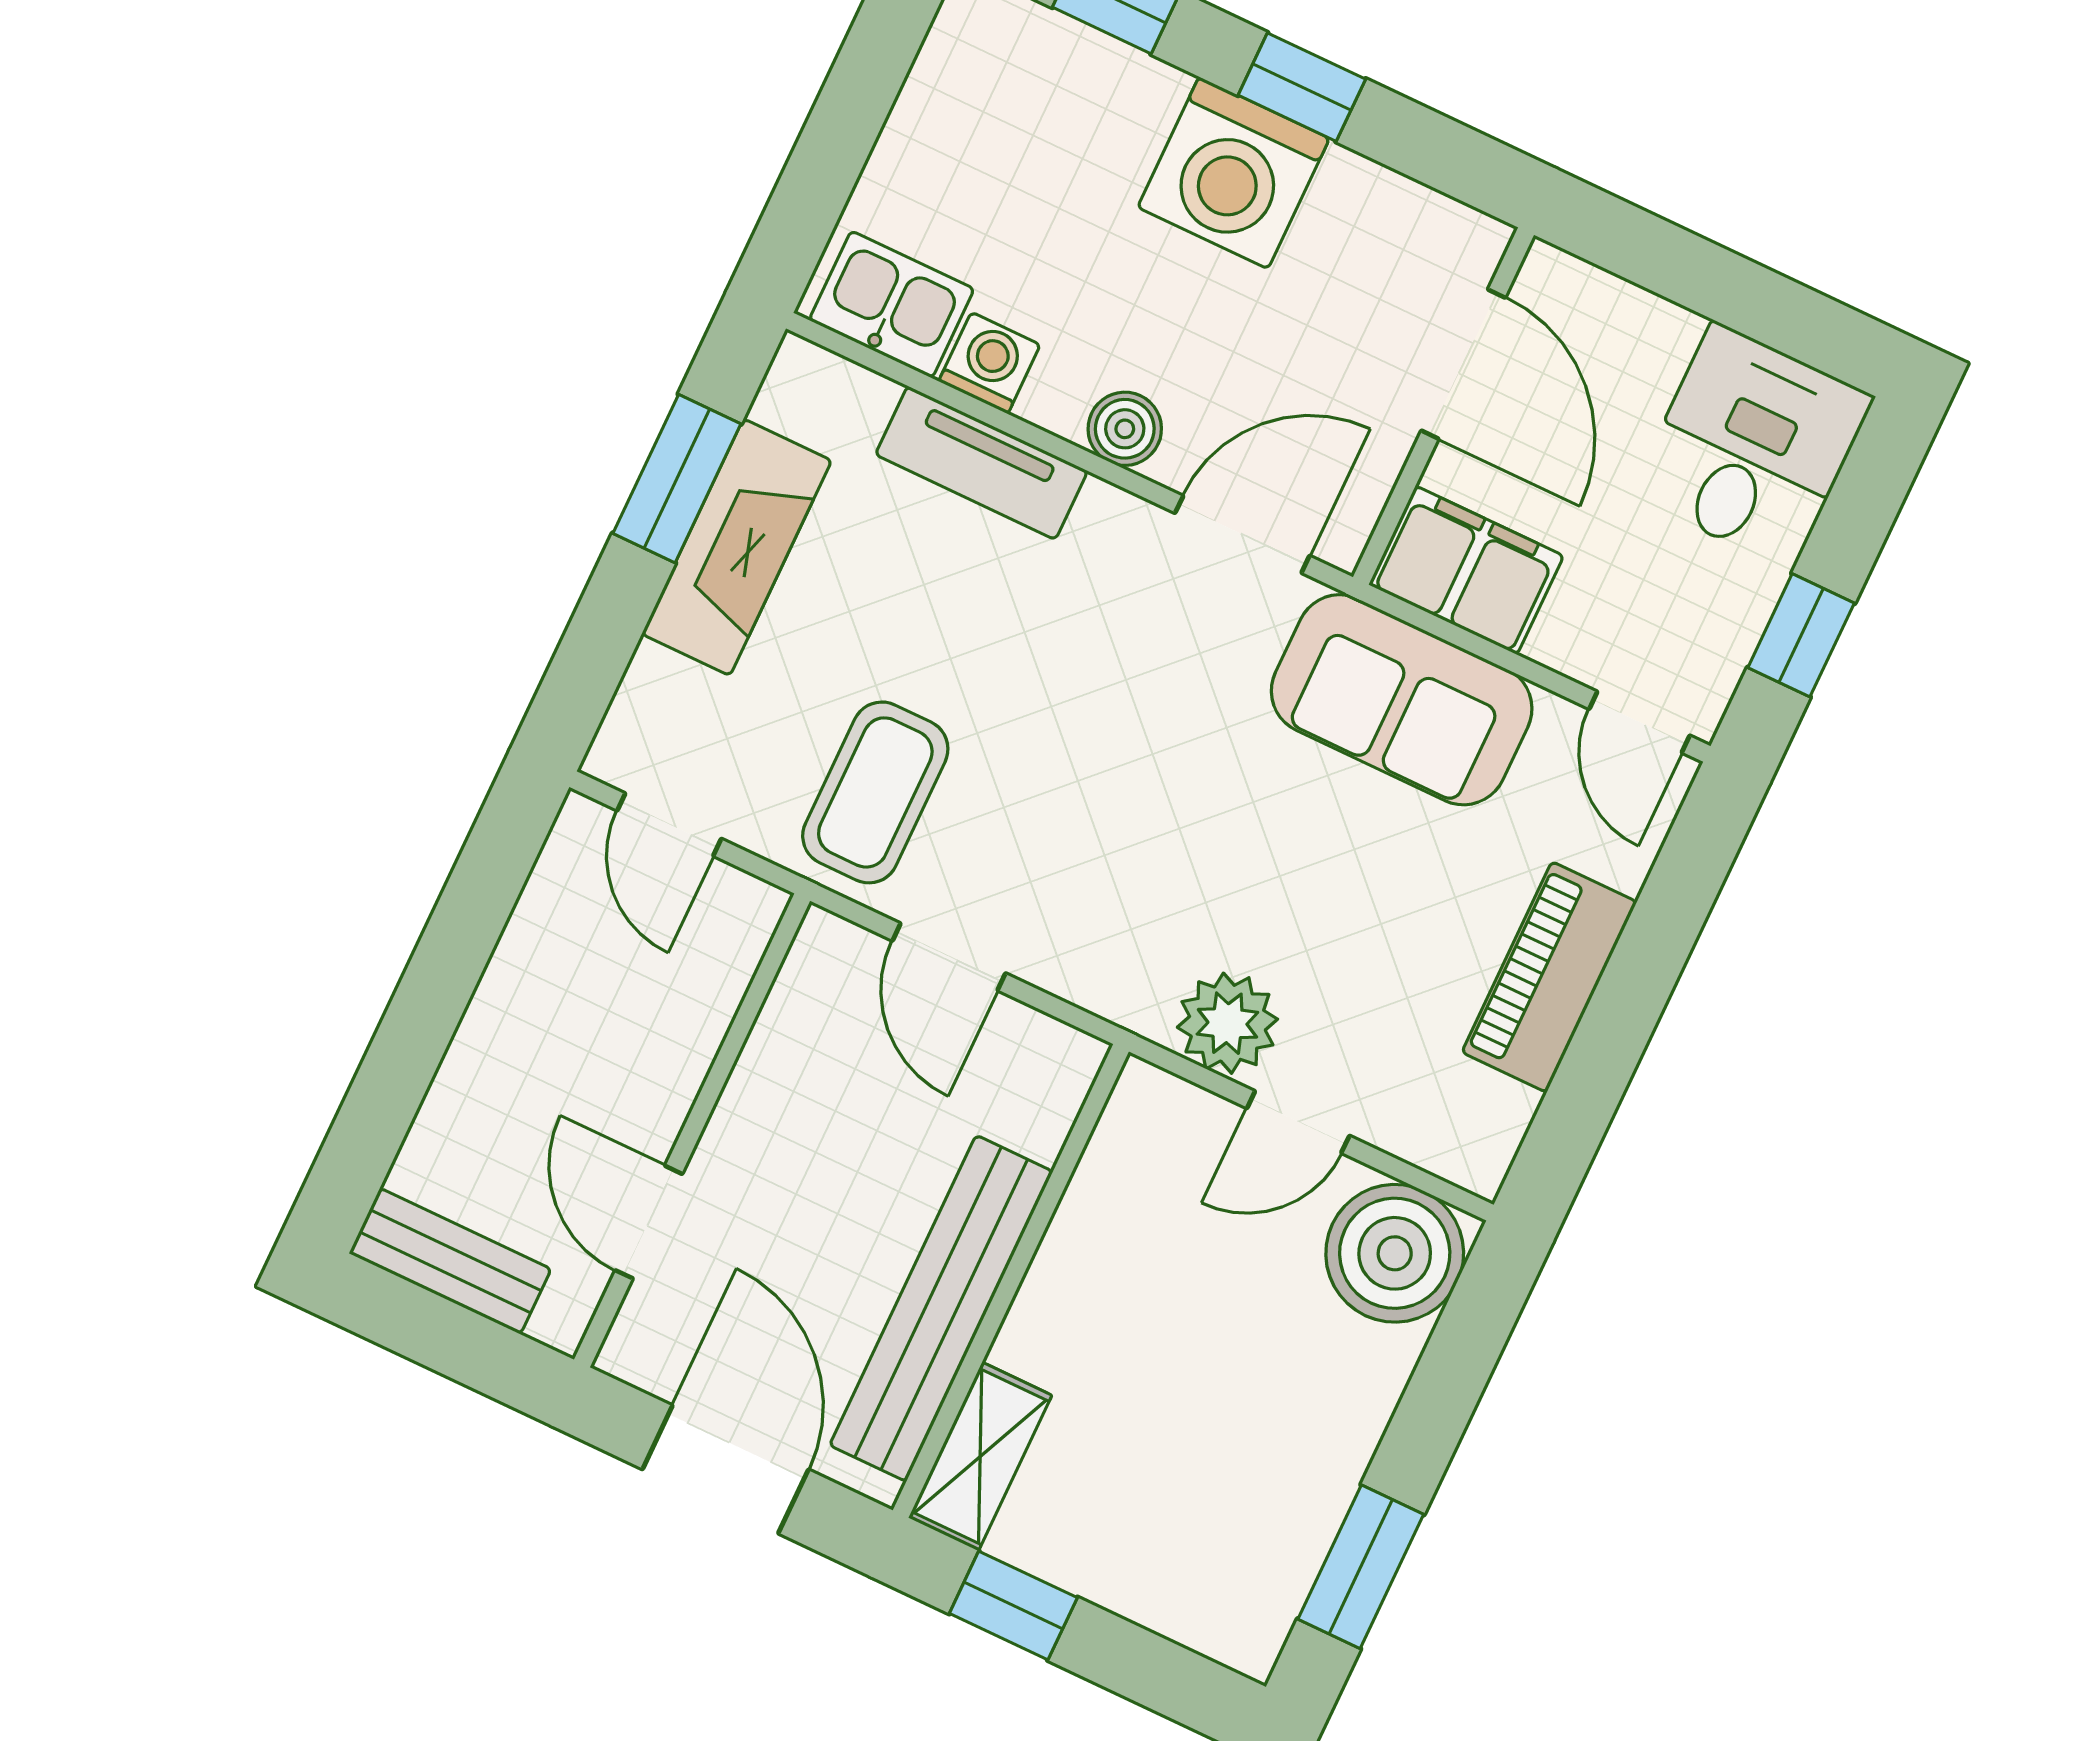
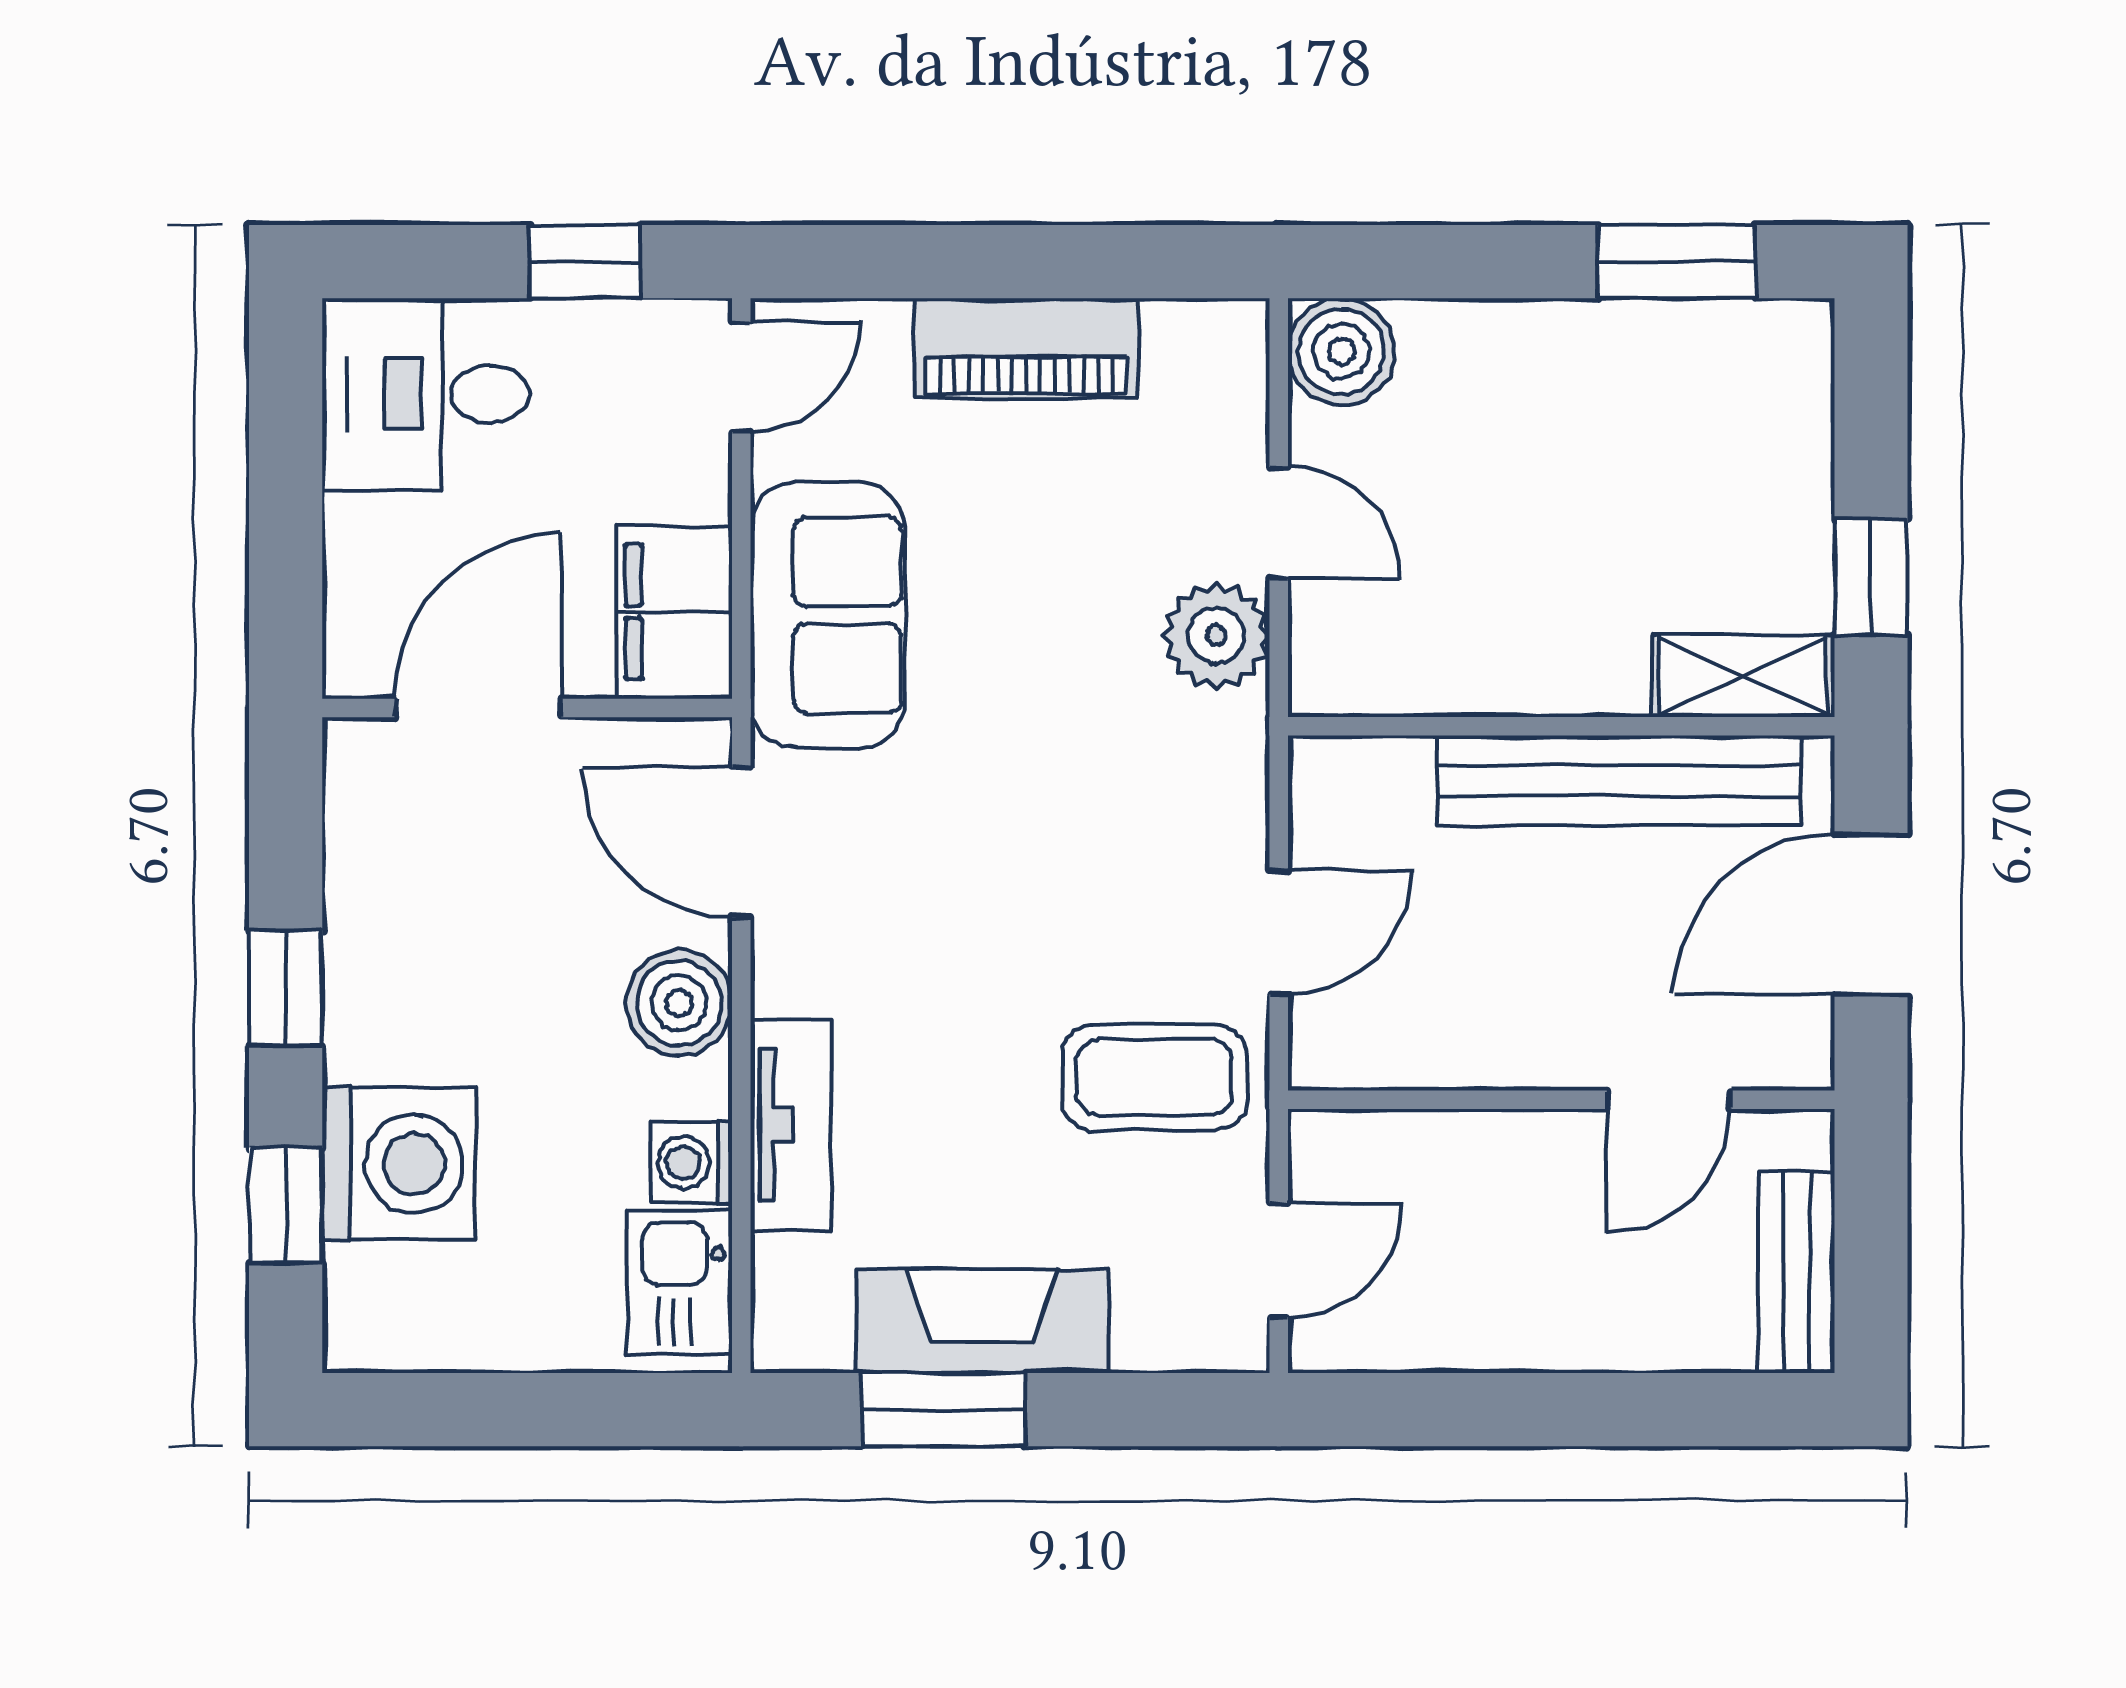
washing machine: (1233, 173) -> (399, 1164), moved
boiler: (1125, 429) -> (679, 1003), width x1.36, depth x1.36
boiler: (1395, 1253) -> (1341, 351), width x0.73, depth x0.73

